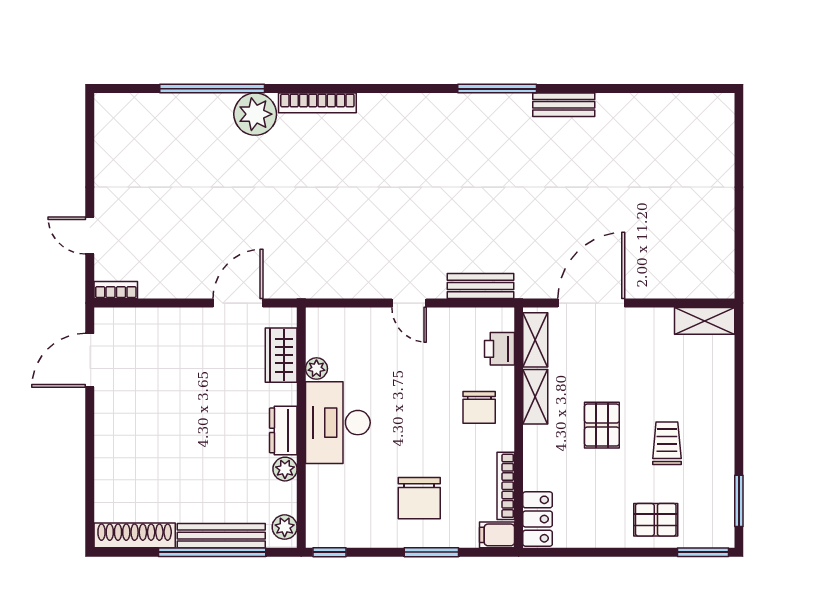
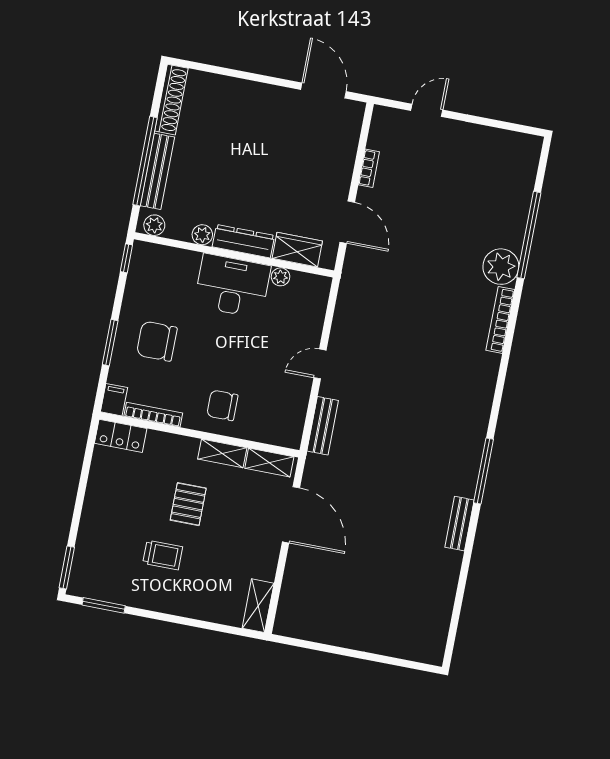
bookcase: (116, 290) -> (369, 168), moved
printer: (499, 349) -> (268, 431), removed
pallet: (602, 425) -> (188, 504), turned 90
dresser: (283, 430) -> (243, 241), width x1.44
pallet: (656, 520) -> (101, 534), removed

